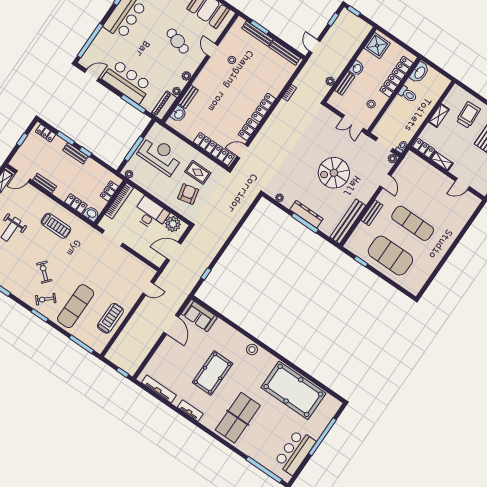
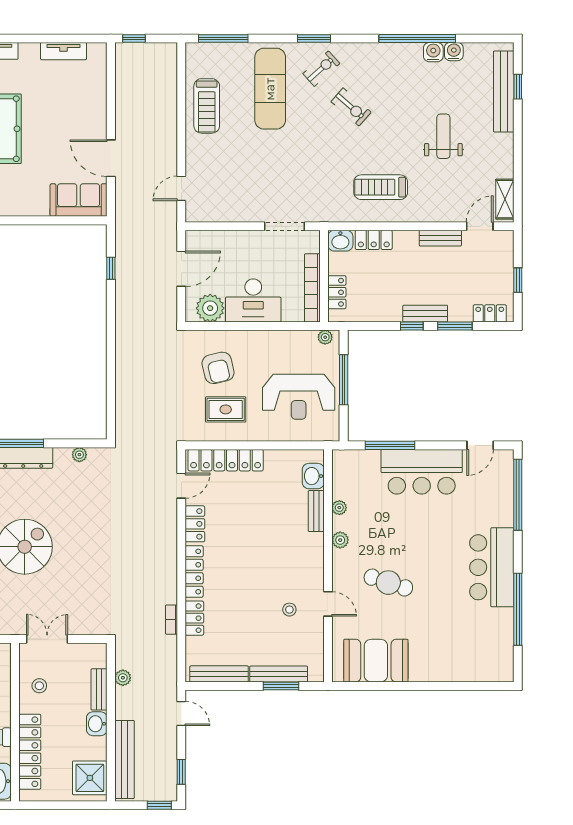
bench: (355, 43) -> (124, 759), added
locker: (278, 86) -> (194, 618), added
piano: (164, 105) -> (343, 474), removed
tv unit: (159, 389) -> (64, 51), width x0.71

